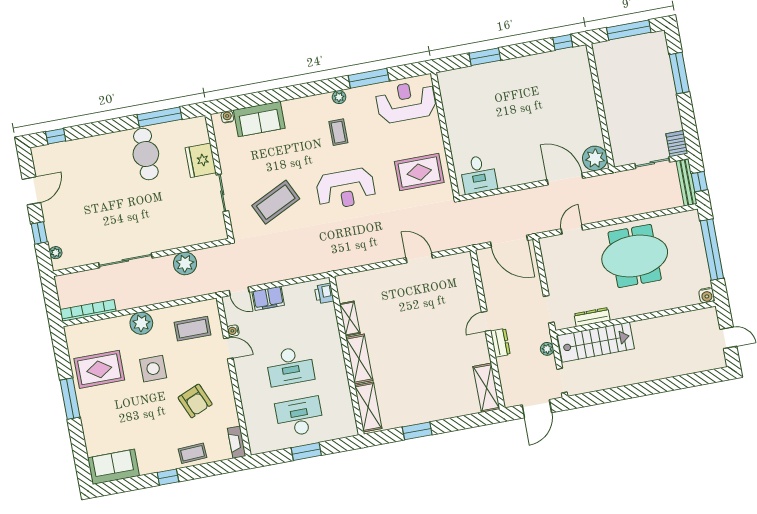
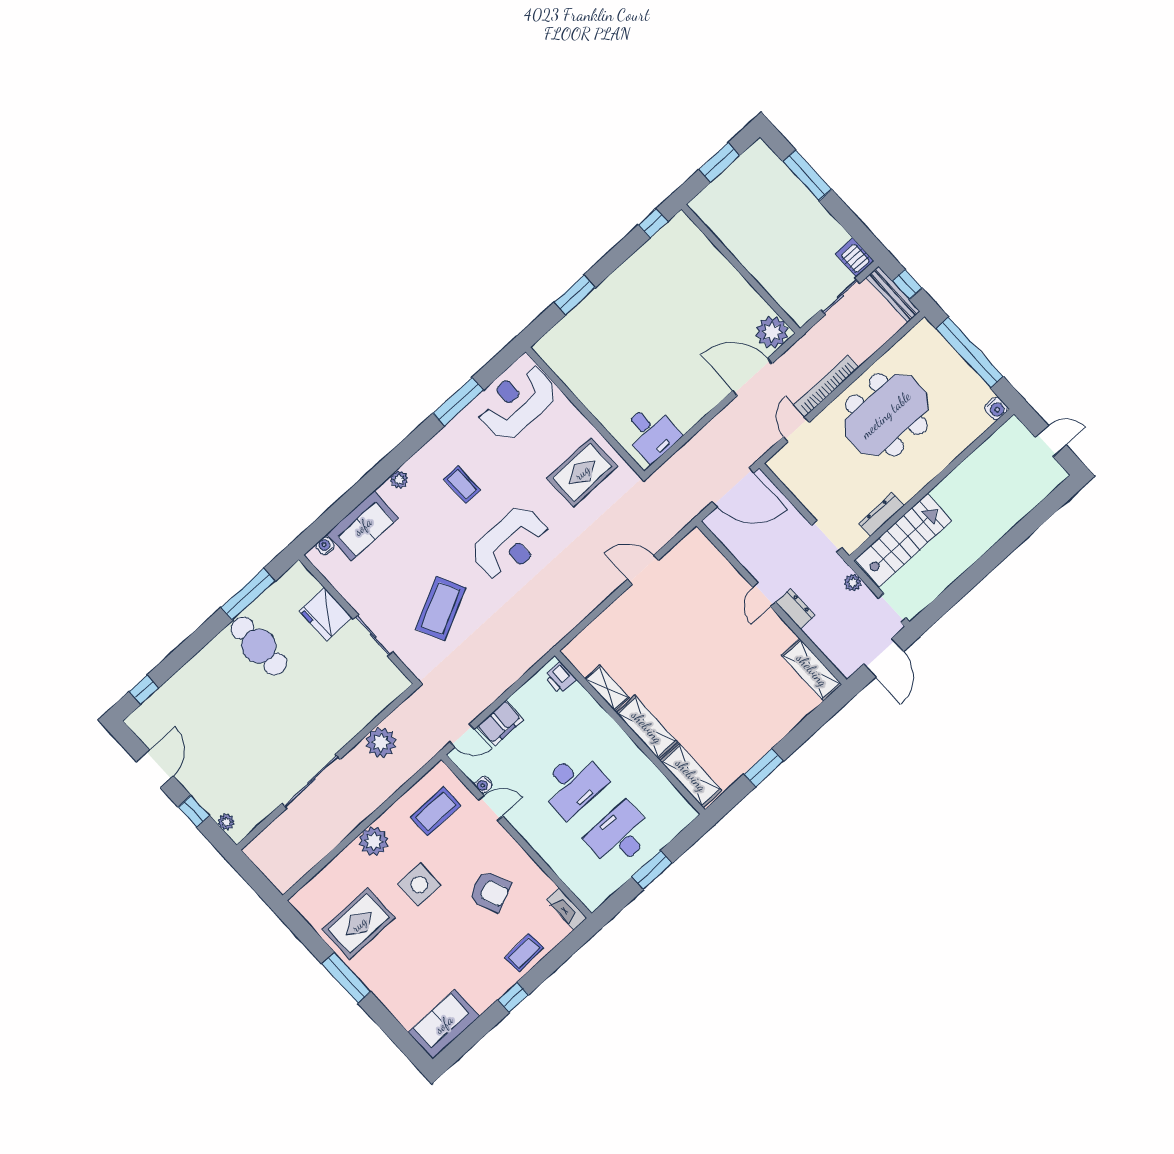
window: (629, 30) -> (719, 162), width x0.69
plant: (339, 97) -> (399, 480), moved
bookcase: (88, 310) -> (826, 386), moved

